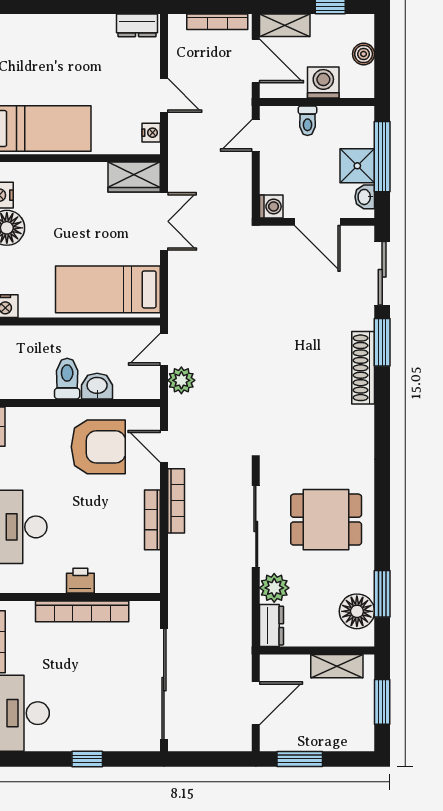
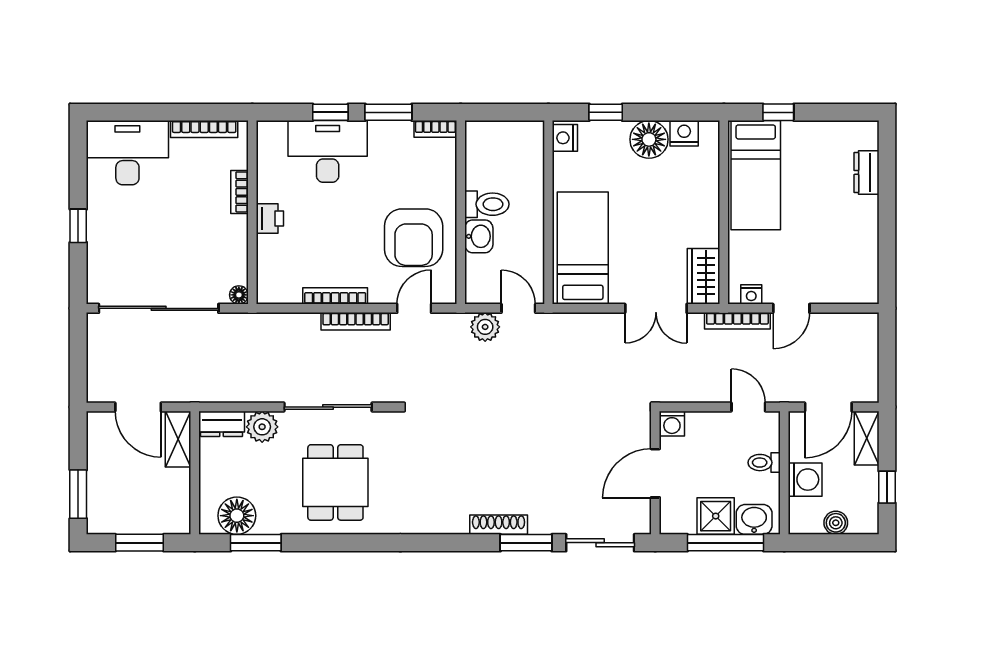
bookcase: (217, 22) -> (737, 321), moved, turned -90
dresser: (137, 25) -> (866, 172), moved
washbasin: (365, 197) -> (754, 519), moved, width x1.38, depth x1.45
shoe rack: (363, 368) -> (499, 525), width x0.74, depth x0.81
floor lamp: (152, 609) -> (239, 295), added
bookcase: (82, 611) -> (240, 192), width x0.43, depth x0.76
shelving: (337, 666) -> (178, 439), moved
window: (300, 759) -> (78, 494), moved

